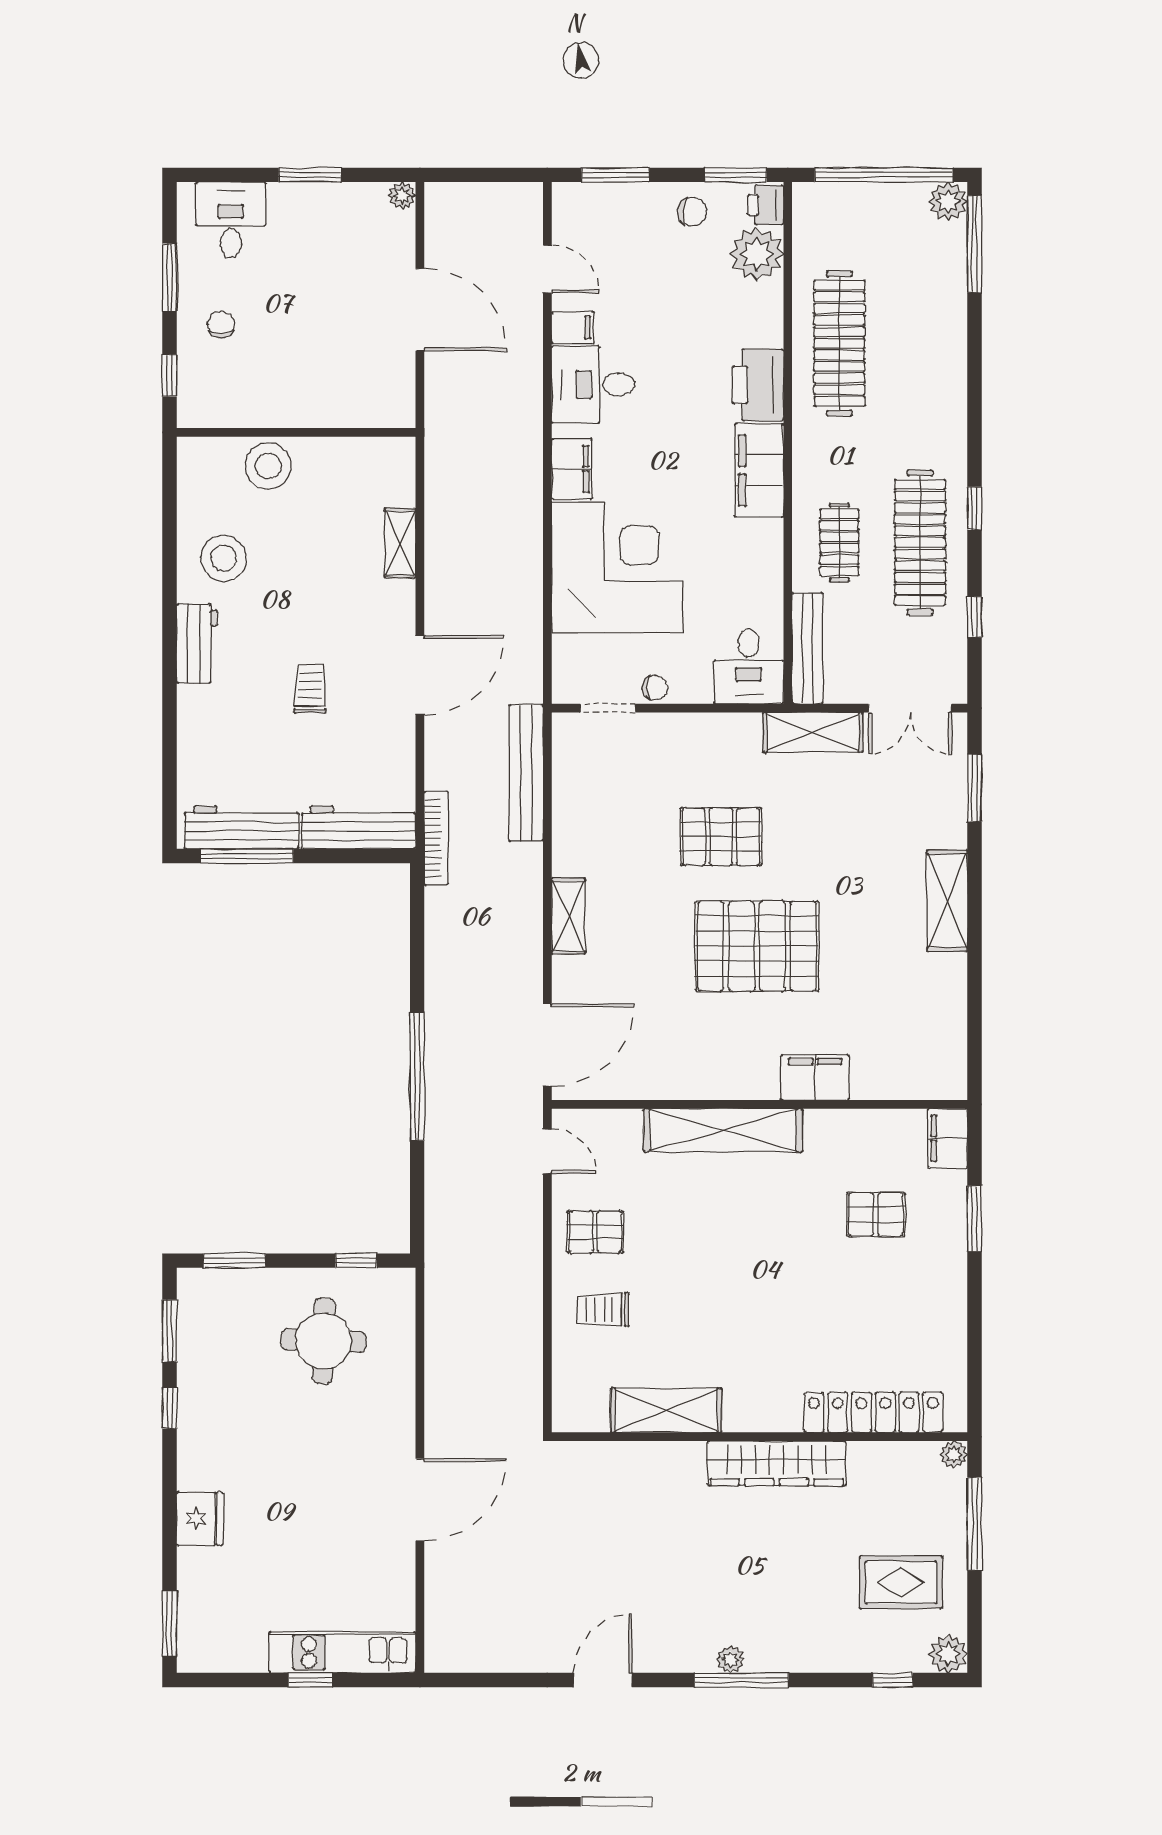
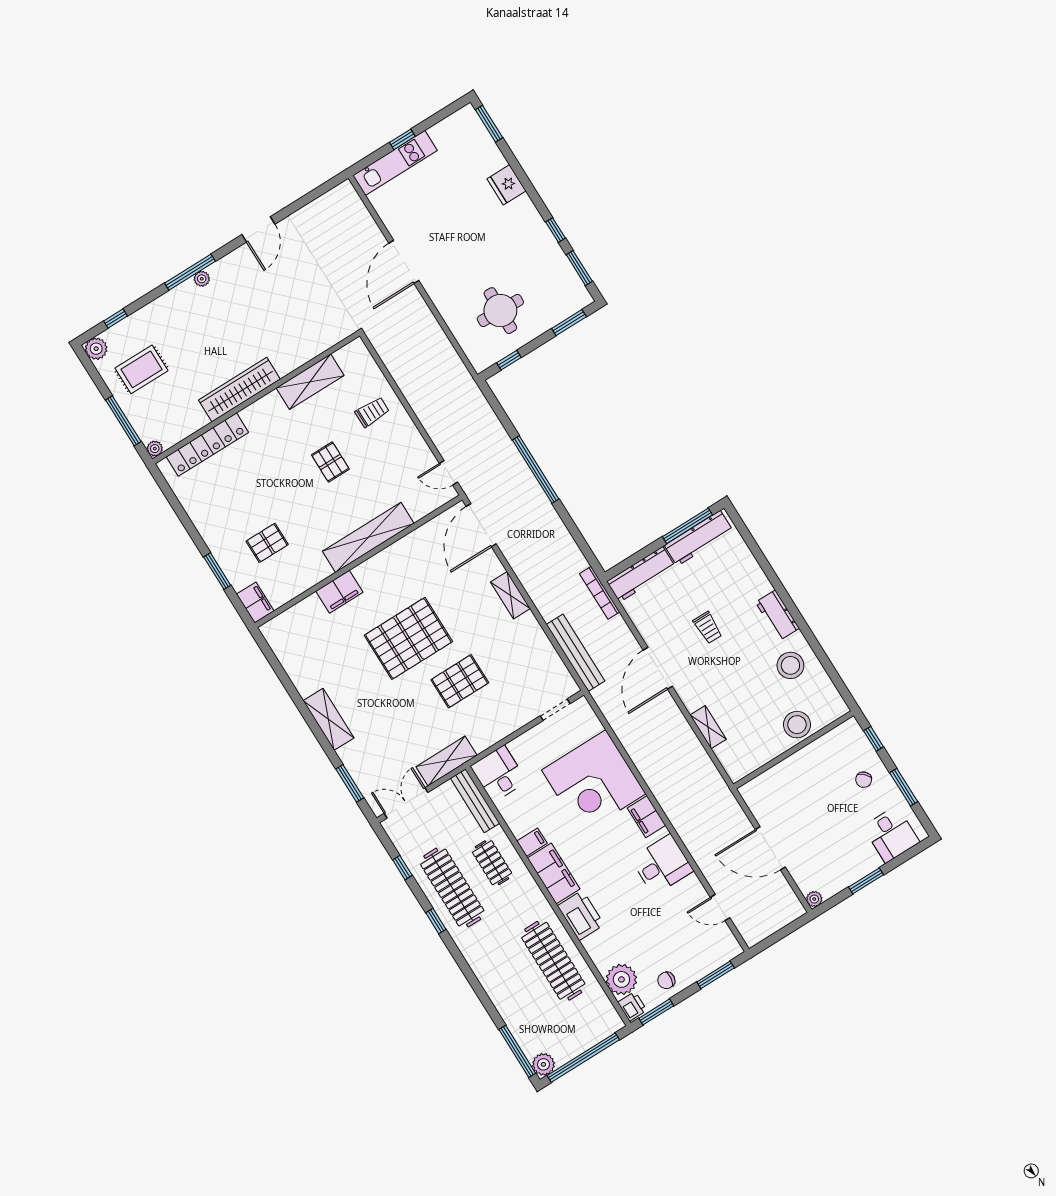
chair: (221, 325) -> (864, 780), turned 45
filing cabinet: (573, 327) -> (532, 842), moved, turned 180
chair: (655, 688) -> (538, 734), removed
pallet: (595, 1232) -> (330, 462), moved, turned 90

